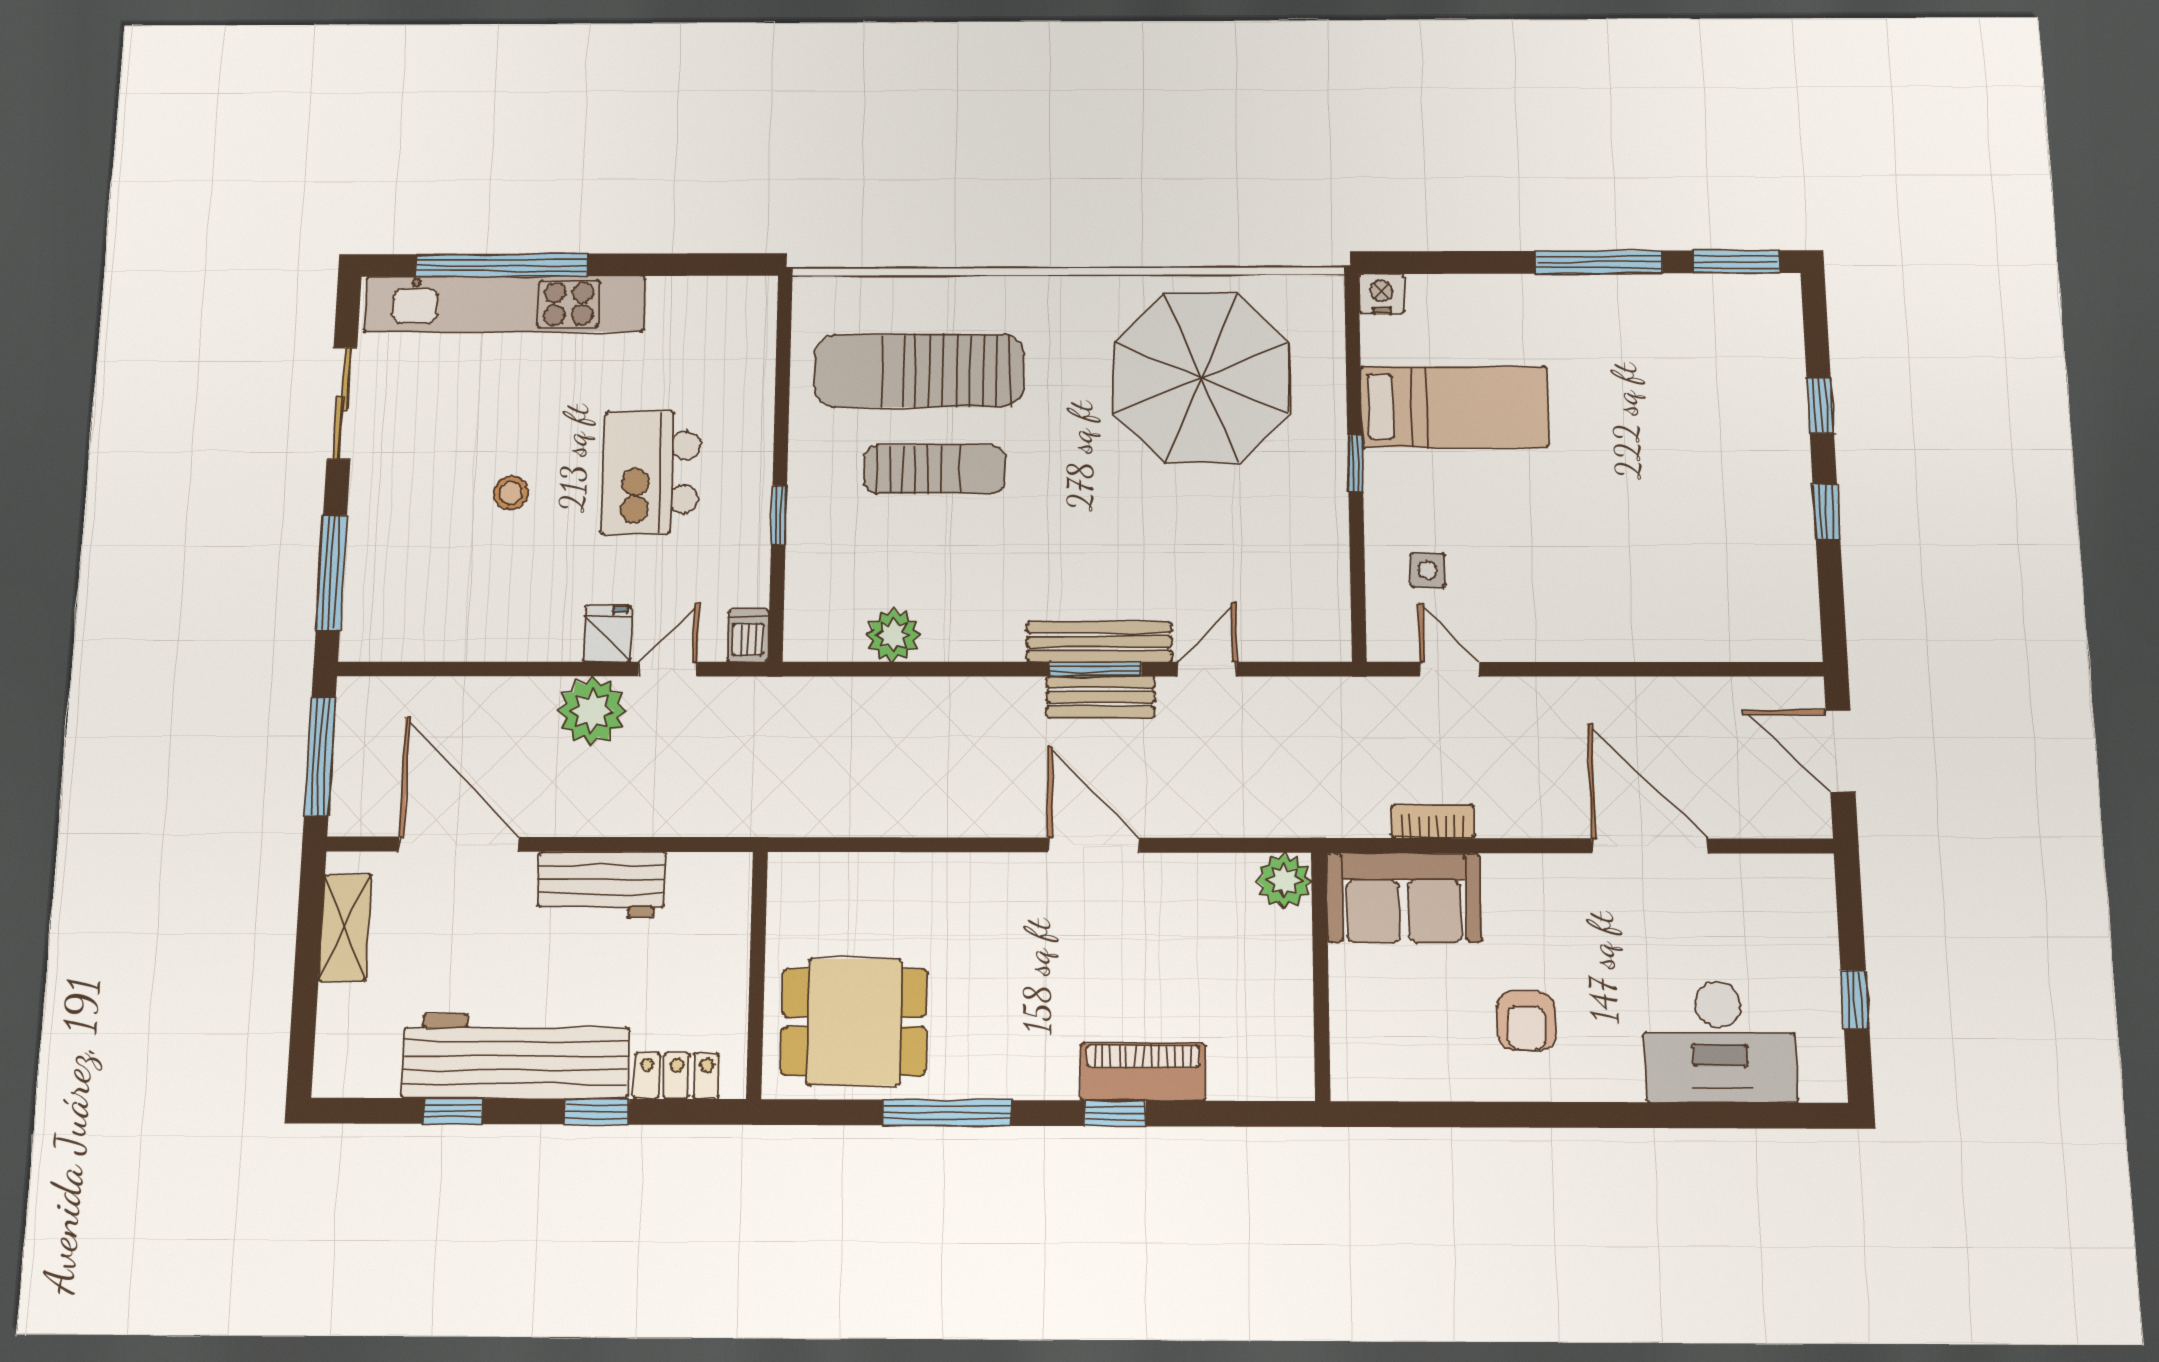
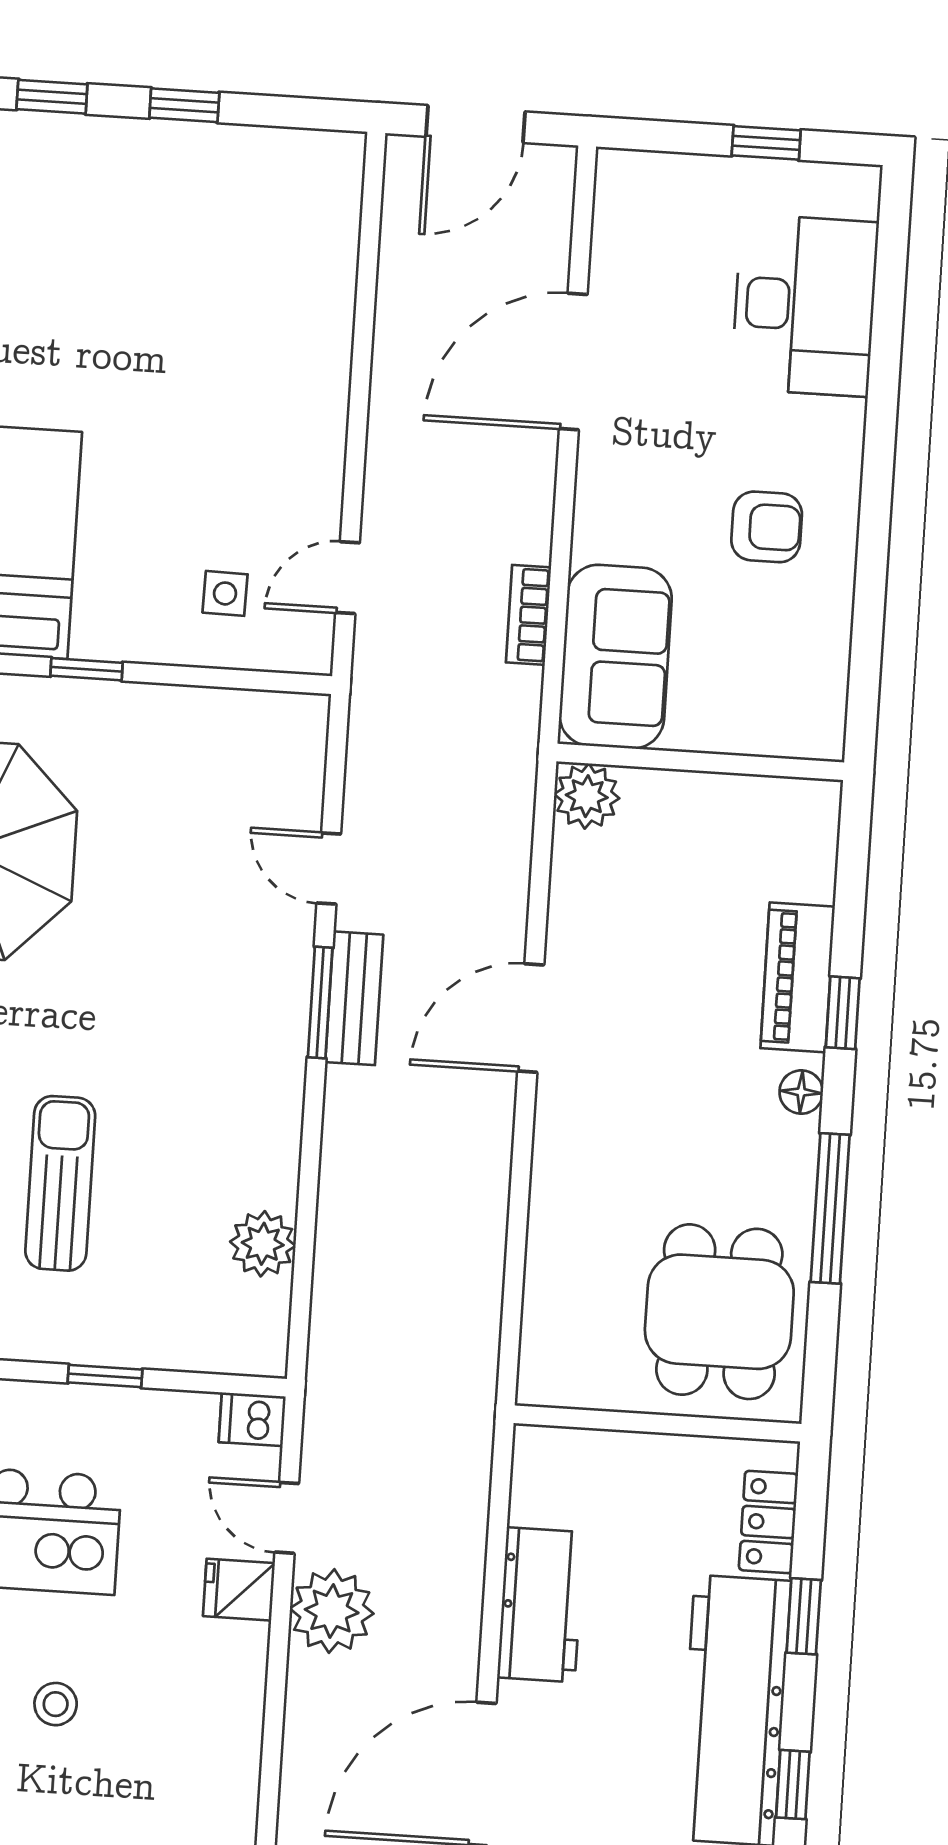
bench: (1099, 642) -> (287, 996), removed
floor lamp: (1045, 1081) -> (801, 1092), added

